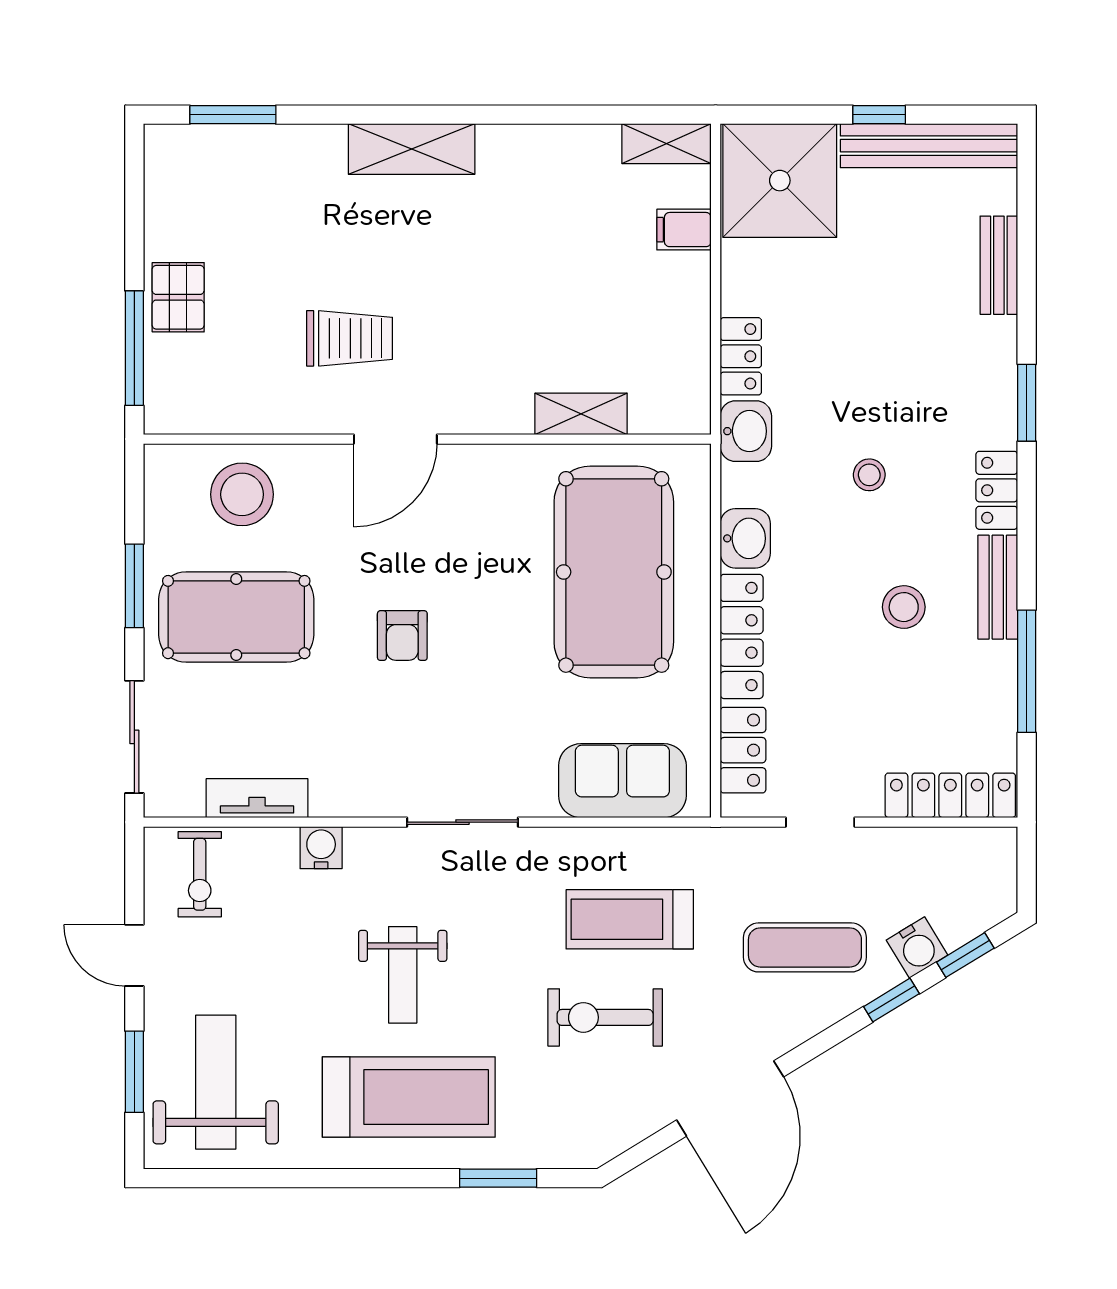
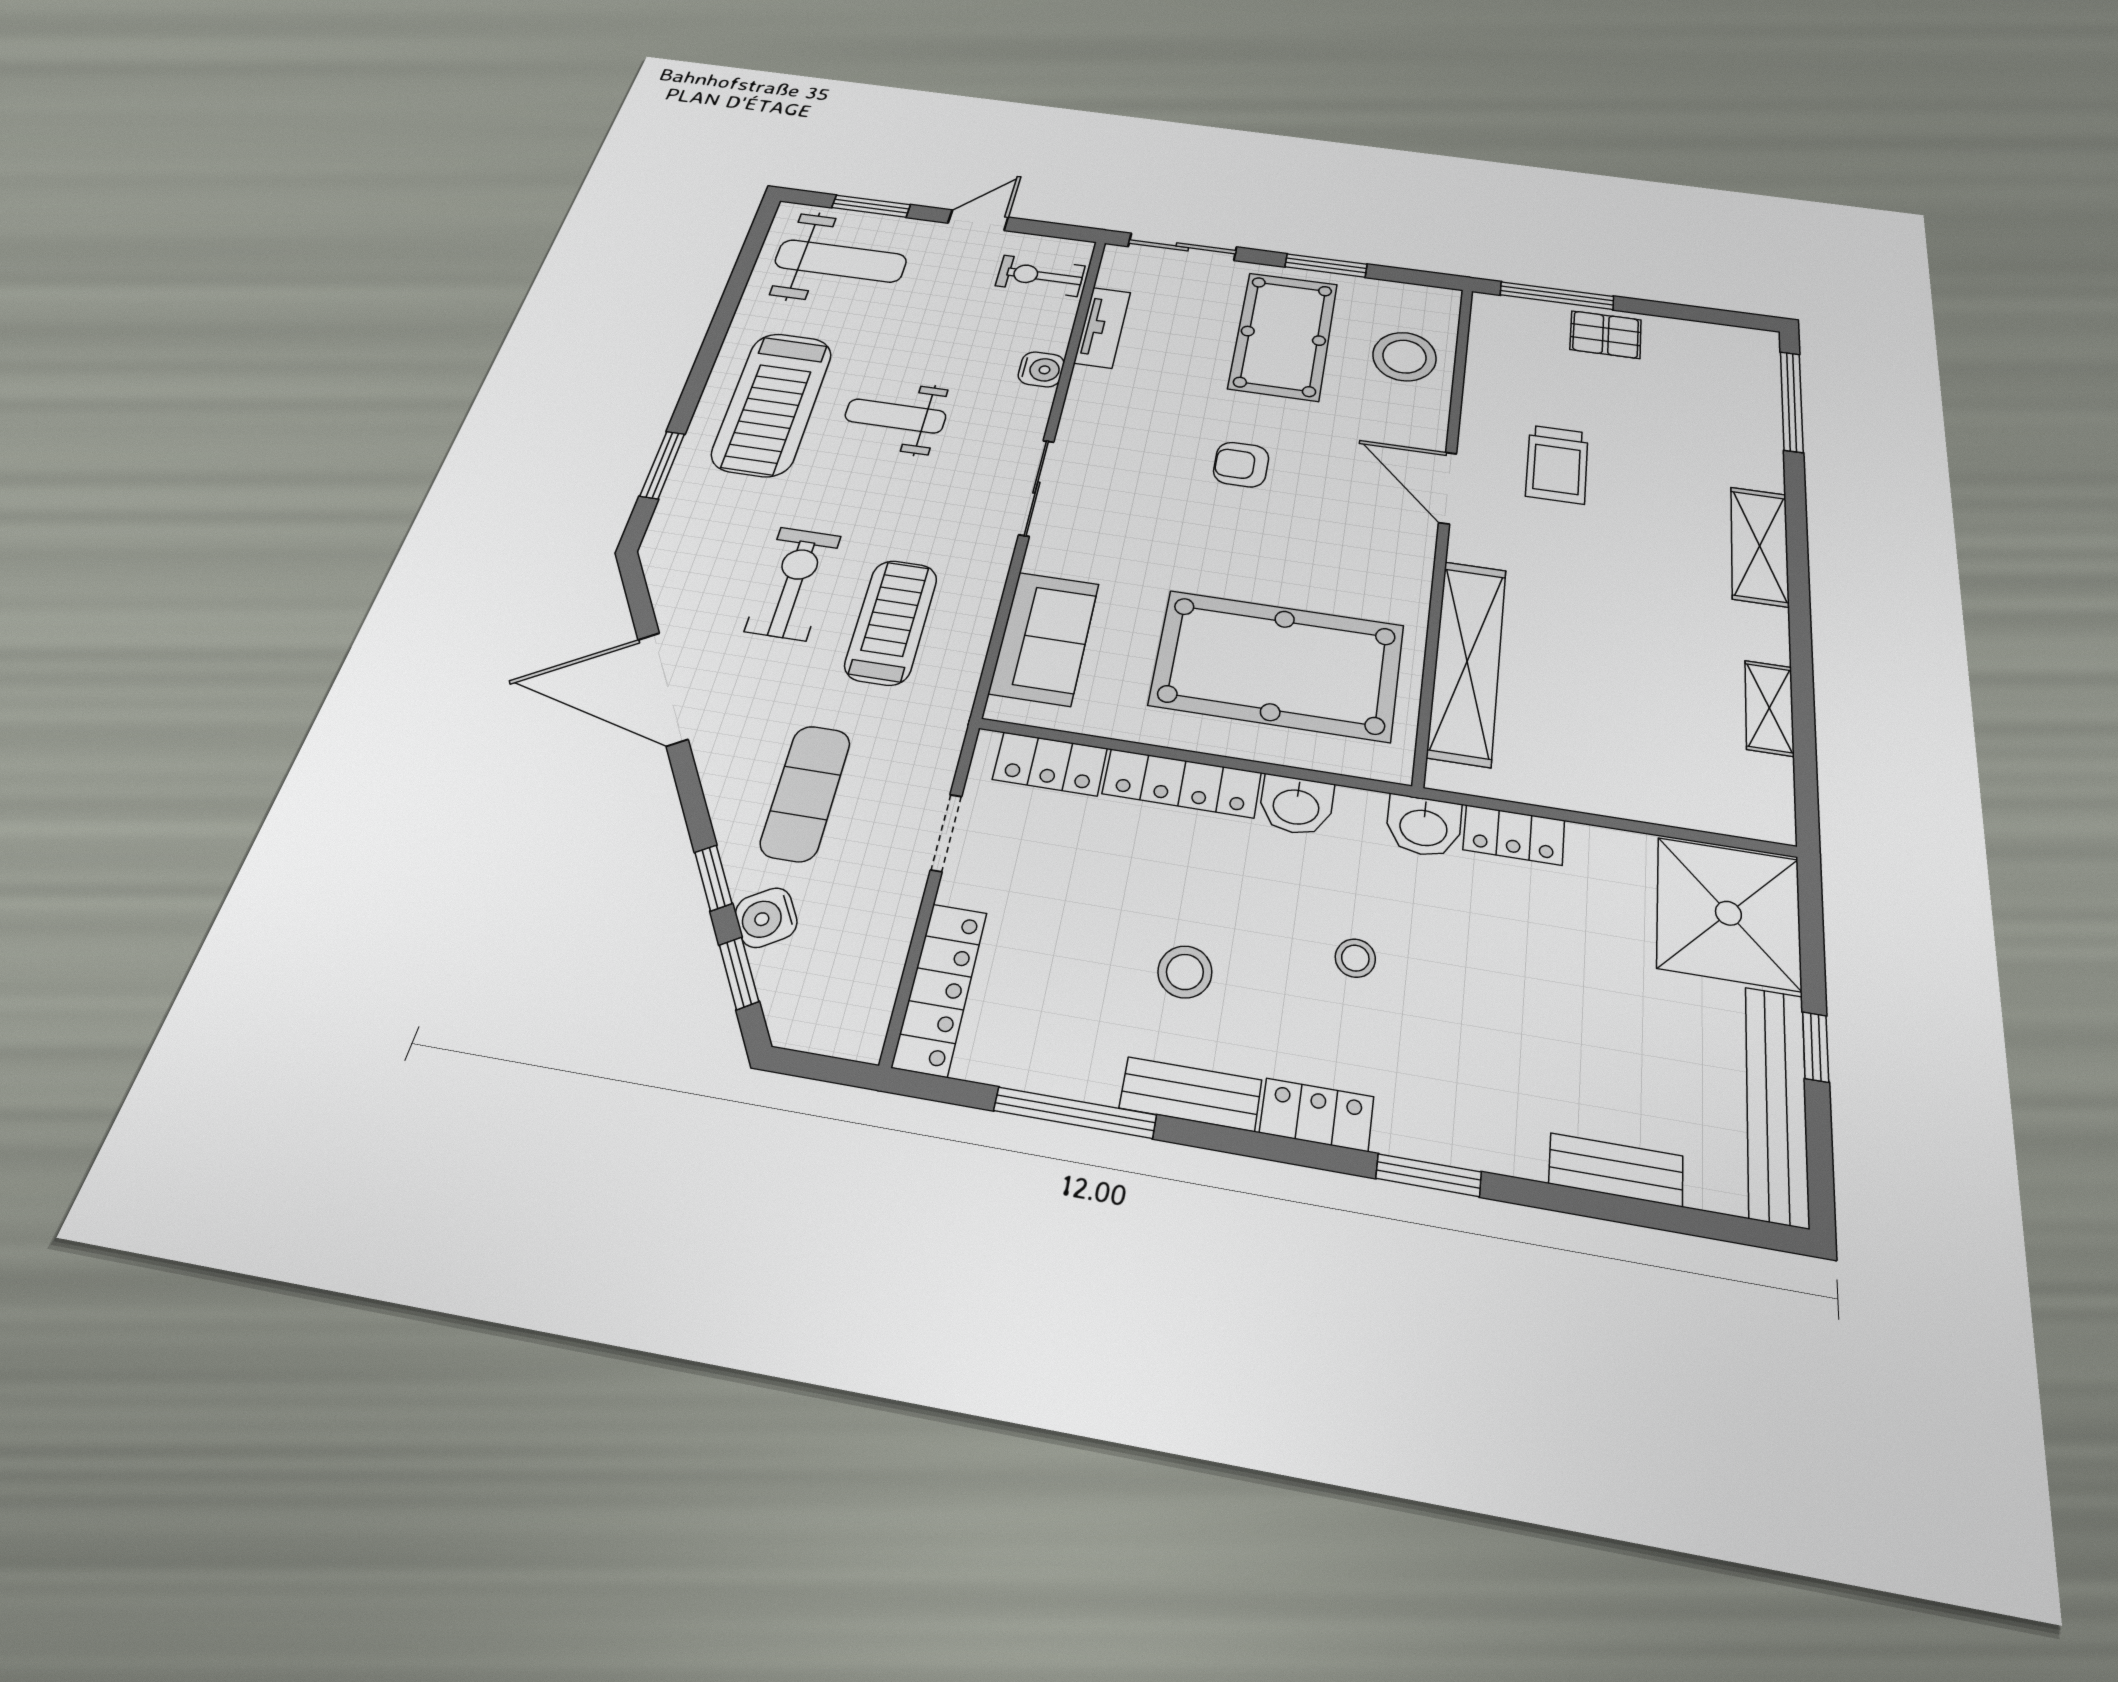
window: (233, 115) -> (1792, 402), width x1.44
shelving: (667, 144) -> (1769, 708), moved
filing cabinet: (684, 230) -> (1668, 797), removed
shelving: (581, 414) -> (1467, 661), width x2.20, depth x1.33

